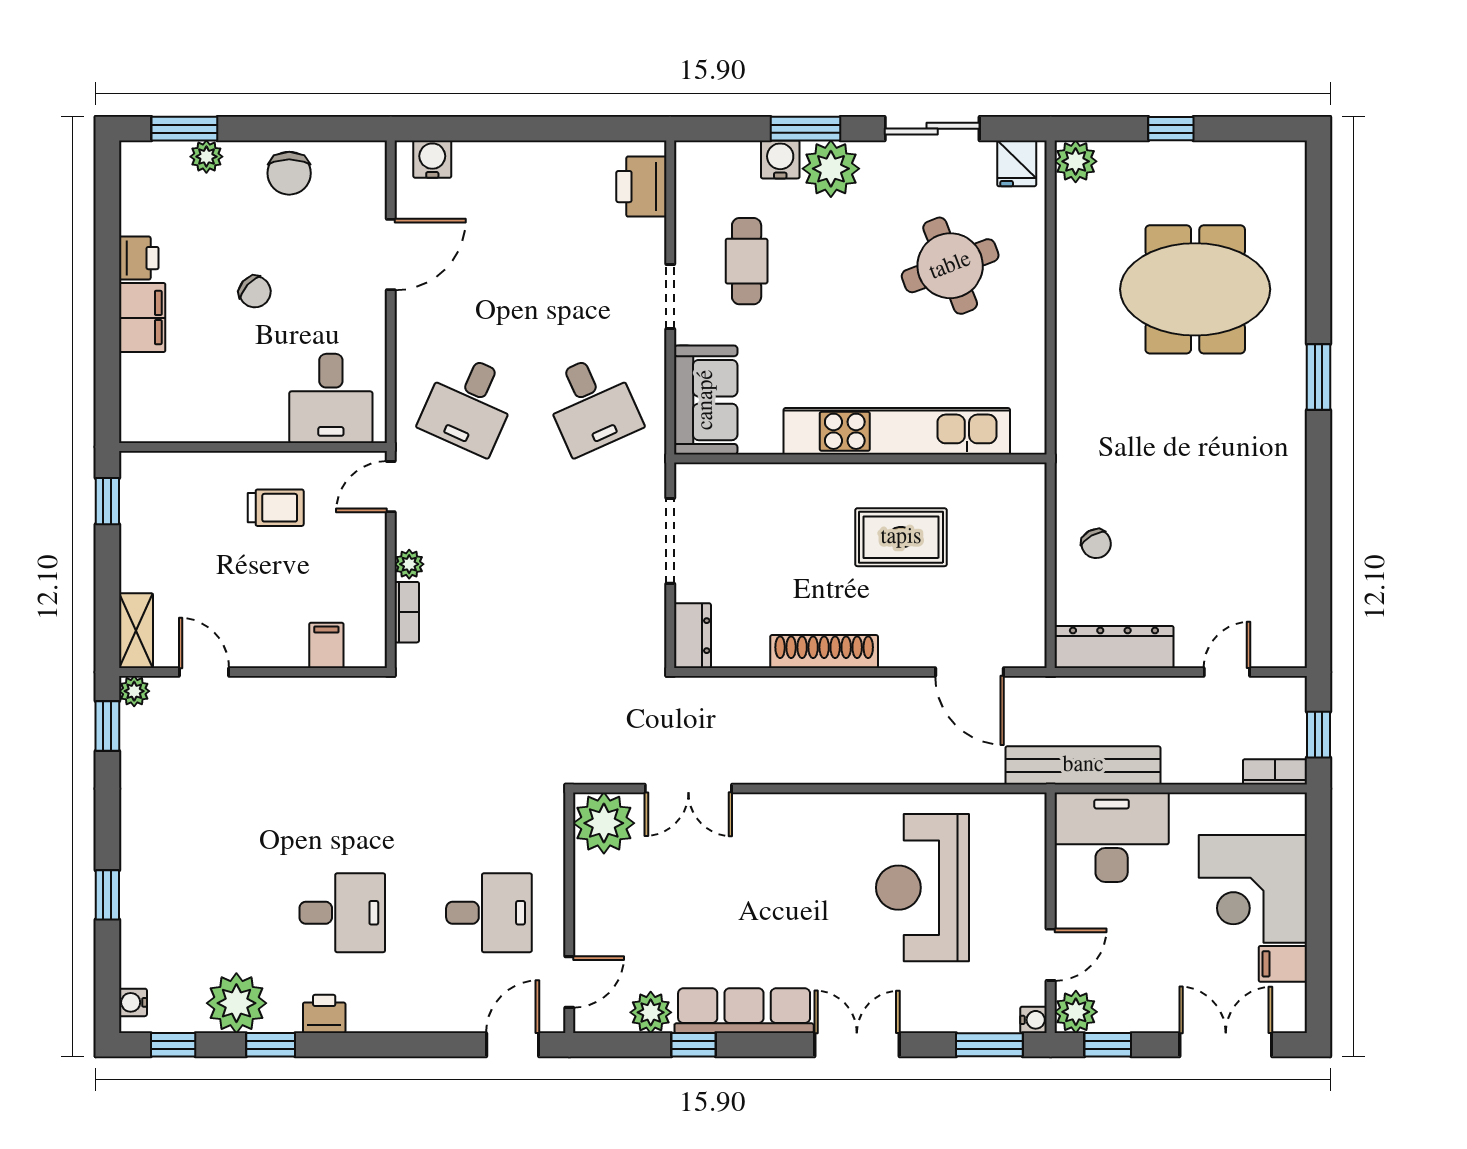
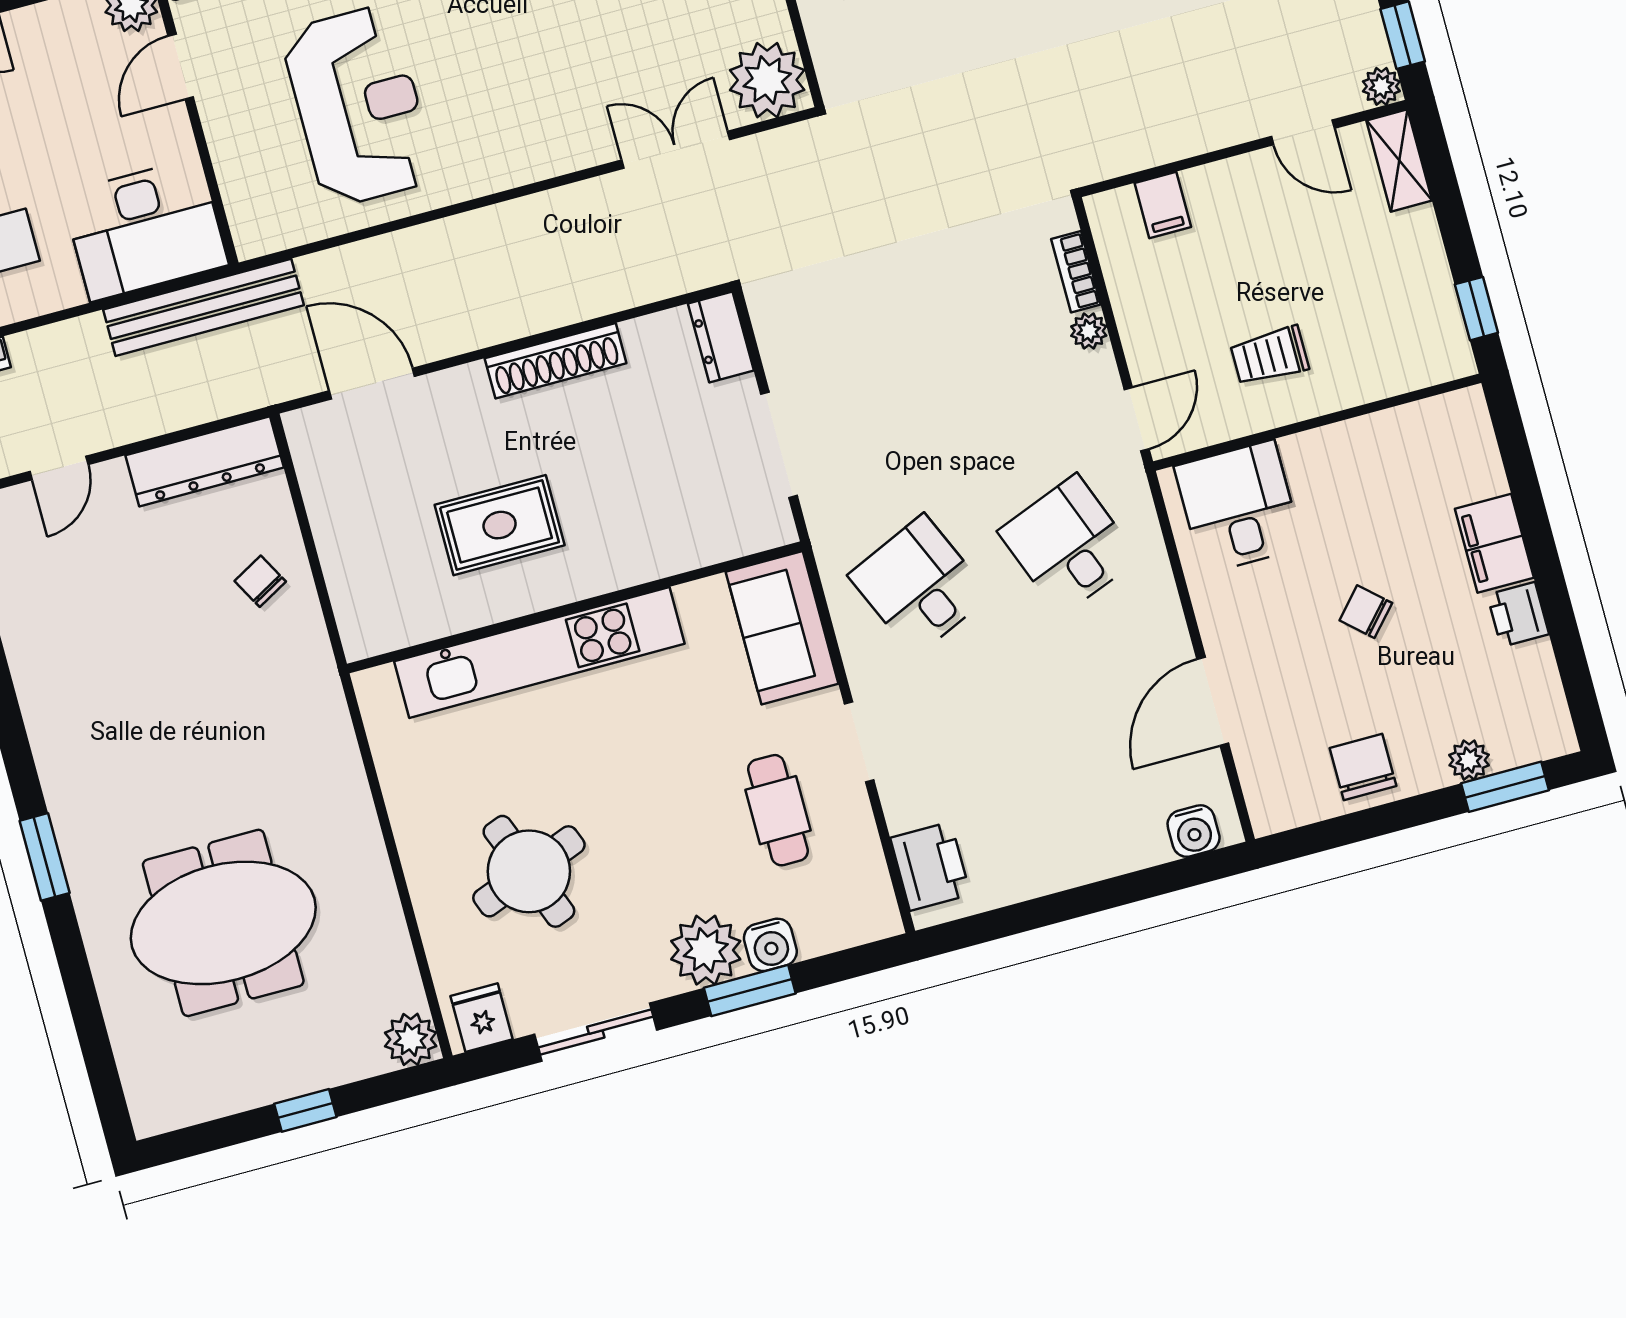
desk: (469, 404) -> (1068, 545), turned -45

